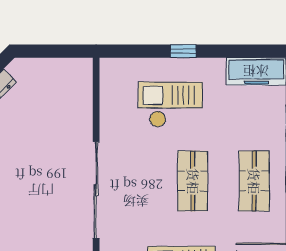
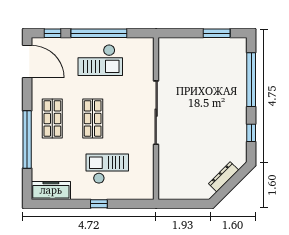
checkout: (170, 105) -> (107, 169), turned 180

